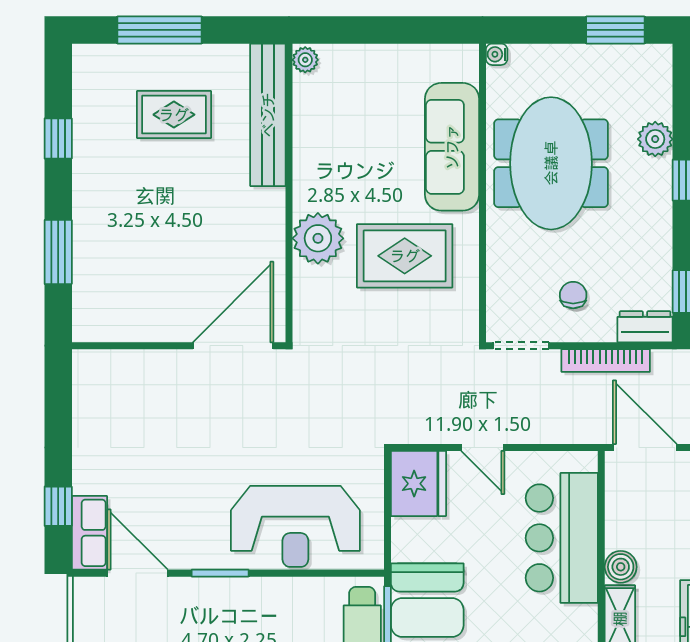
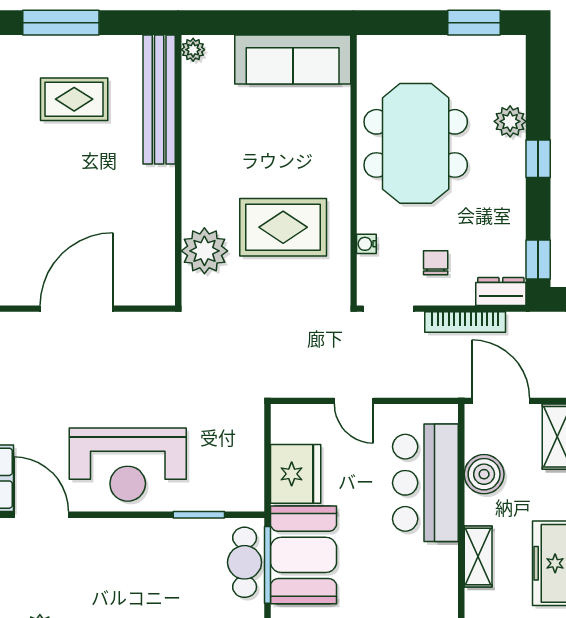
water cooler: (497, 54) -> (366, 244), moved
sofa: (452, 147) -> (293, 60), moved, turned -90
plant: (318, 238) -> (204, 251), moved
door: (233, 346) -> (77, 309), moved
fridge: (418, 484) -> (296, 474), moved
reception desk: (295, 526) -> (128, 465), moved
boiler: (621, 567) -> (484, 474), moved, width x1.36, depth x1.36
window: (220, 573) -> (199, 515), moved

